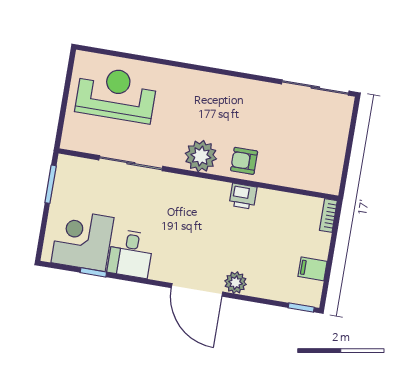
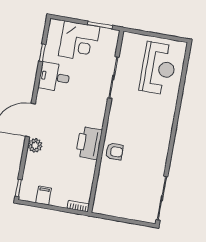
plant: (201, 156) -> (118, 123), removed
armchair: (244, 161) -> (114, 151), turned 90
printer: (243, 196) -> (89, 143), width x1.87, depth x1.48
corner desk: (83, 240) -> (79, 41), moved, turned 90

